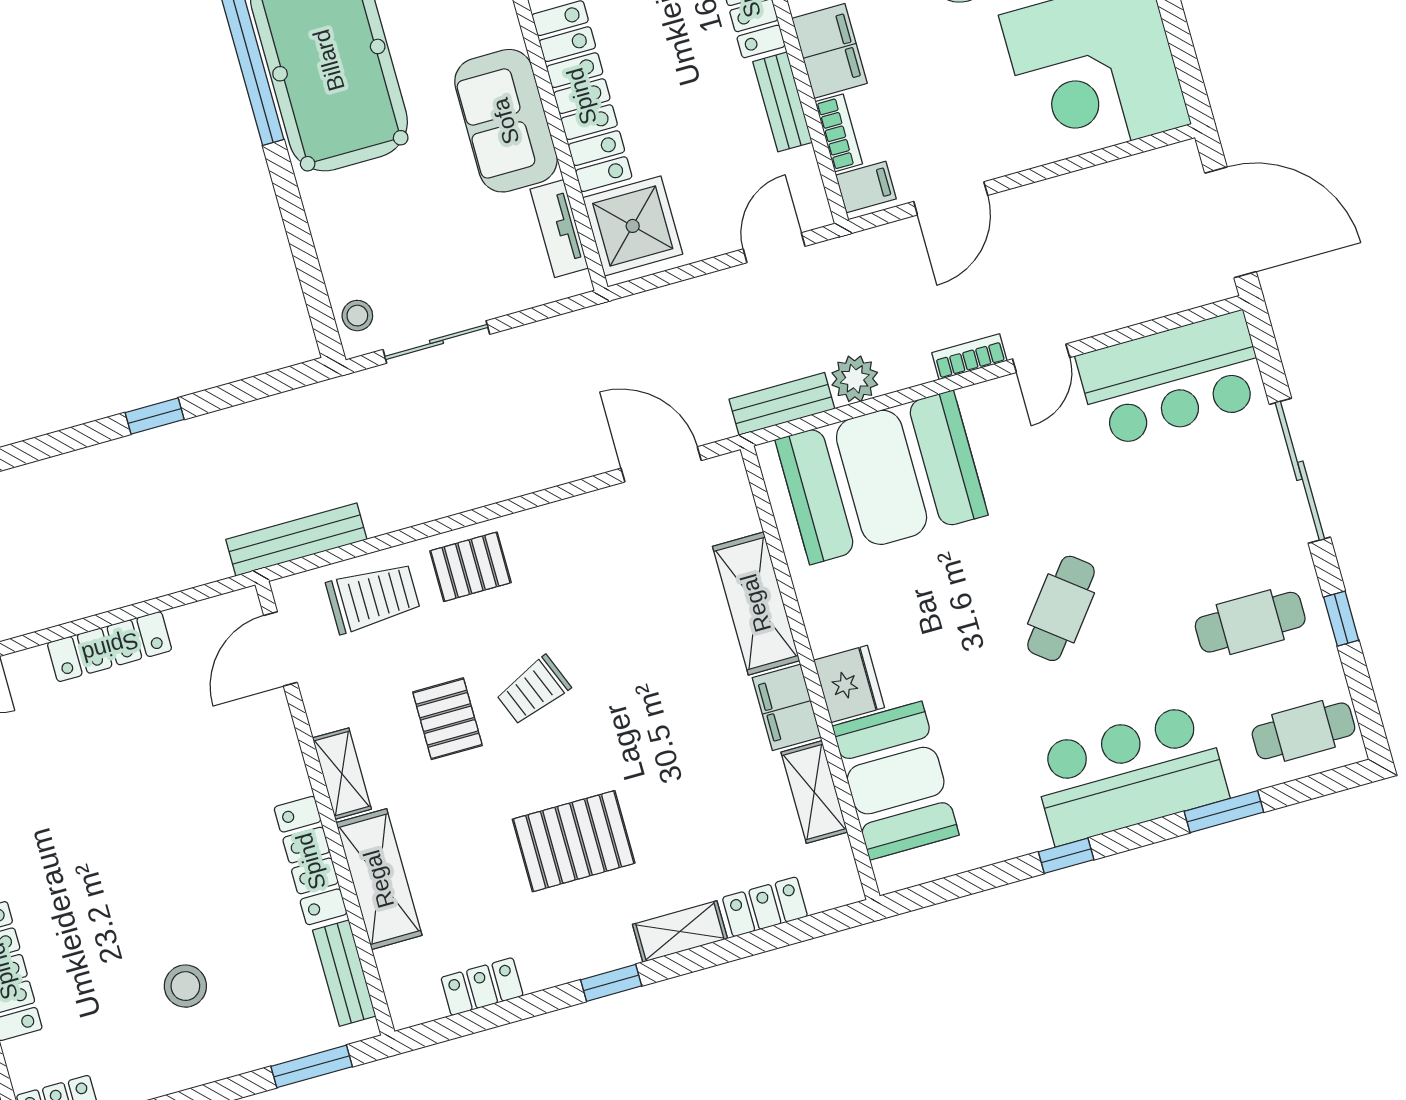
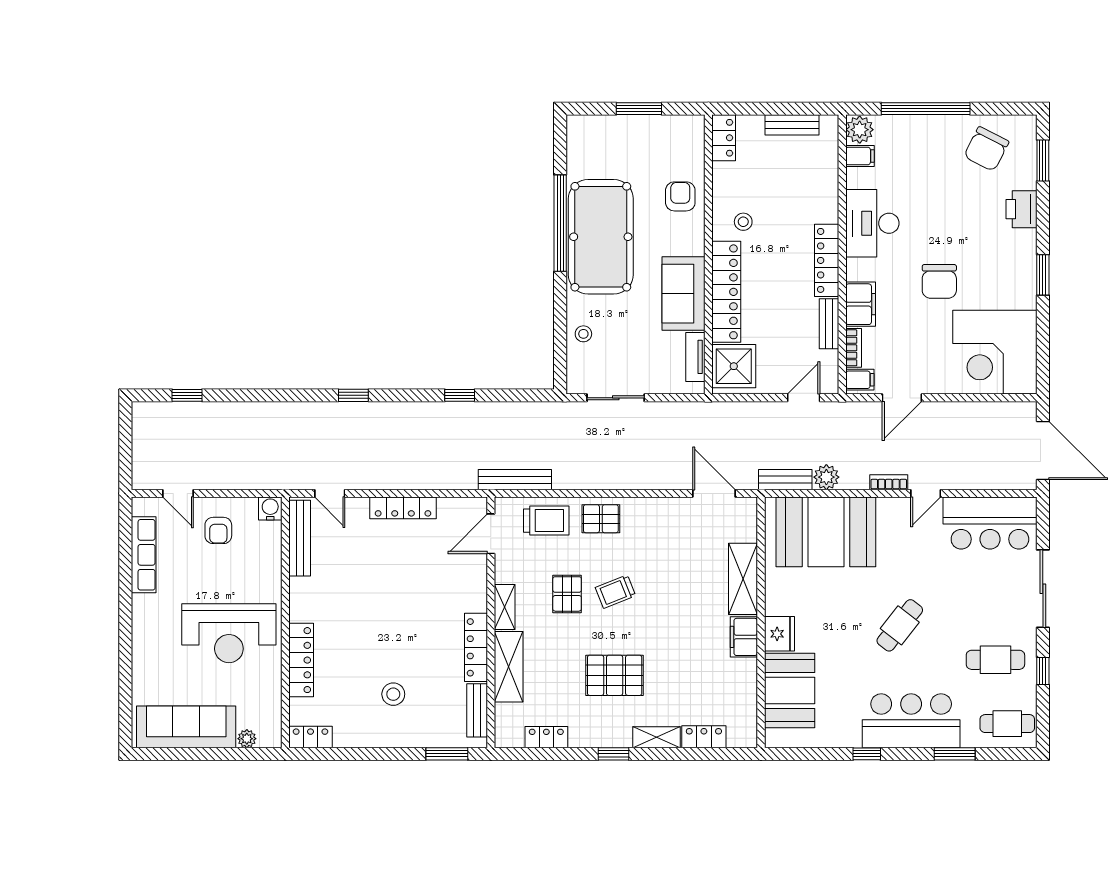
stool: (357, 316) -> (583, 334), moved
shelving: (814, 792) -> (746, 685), removed

